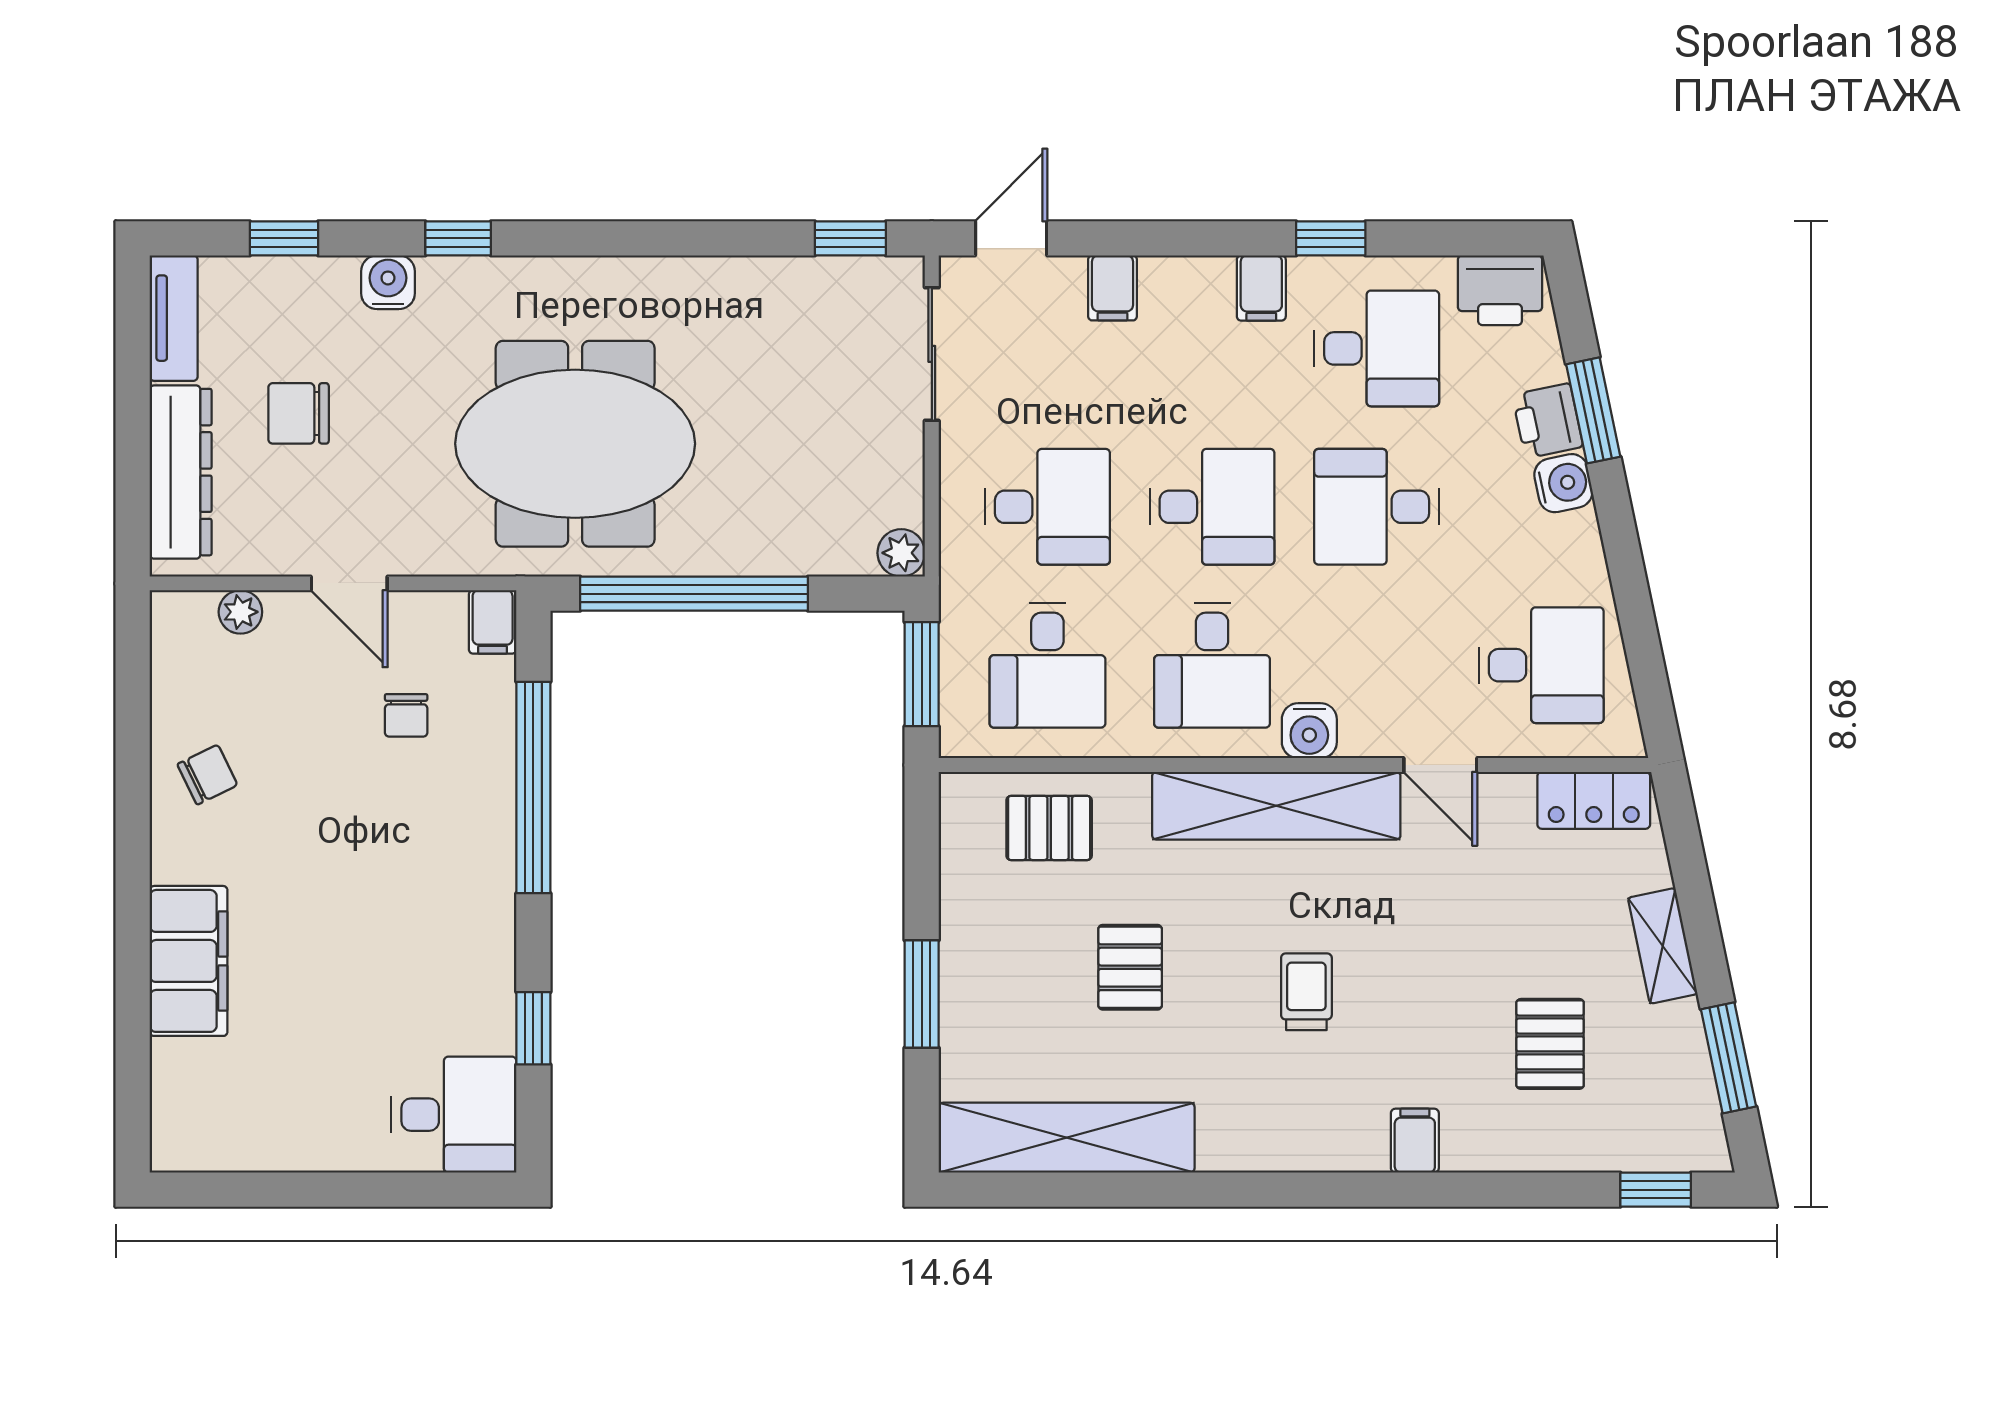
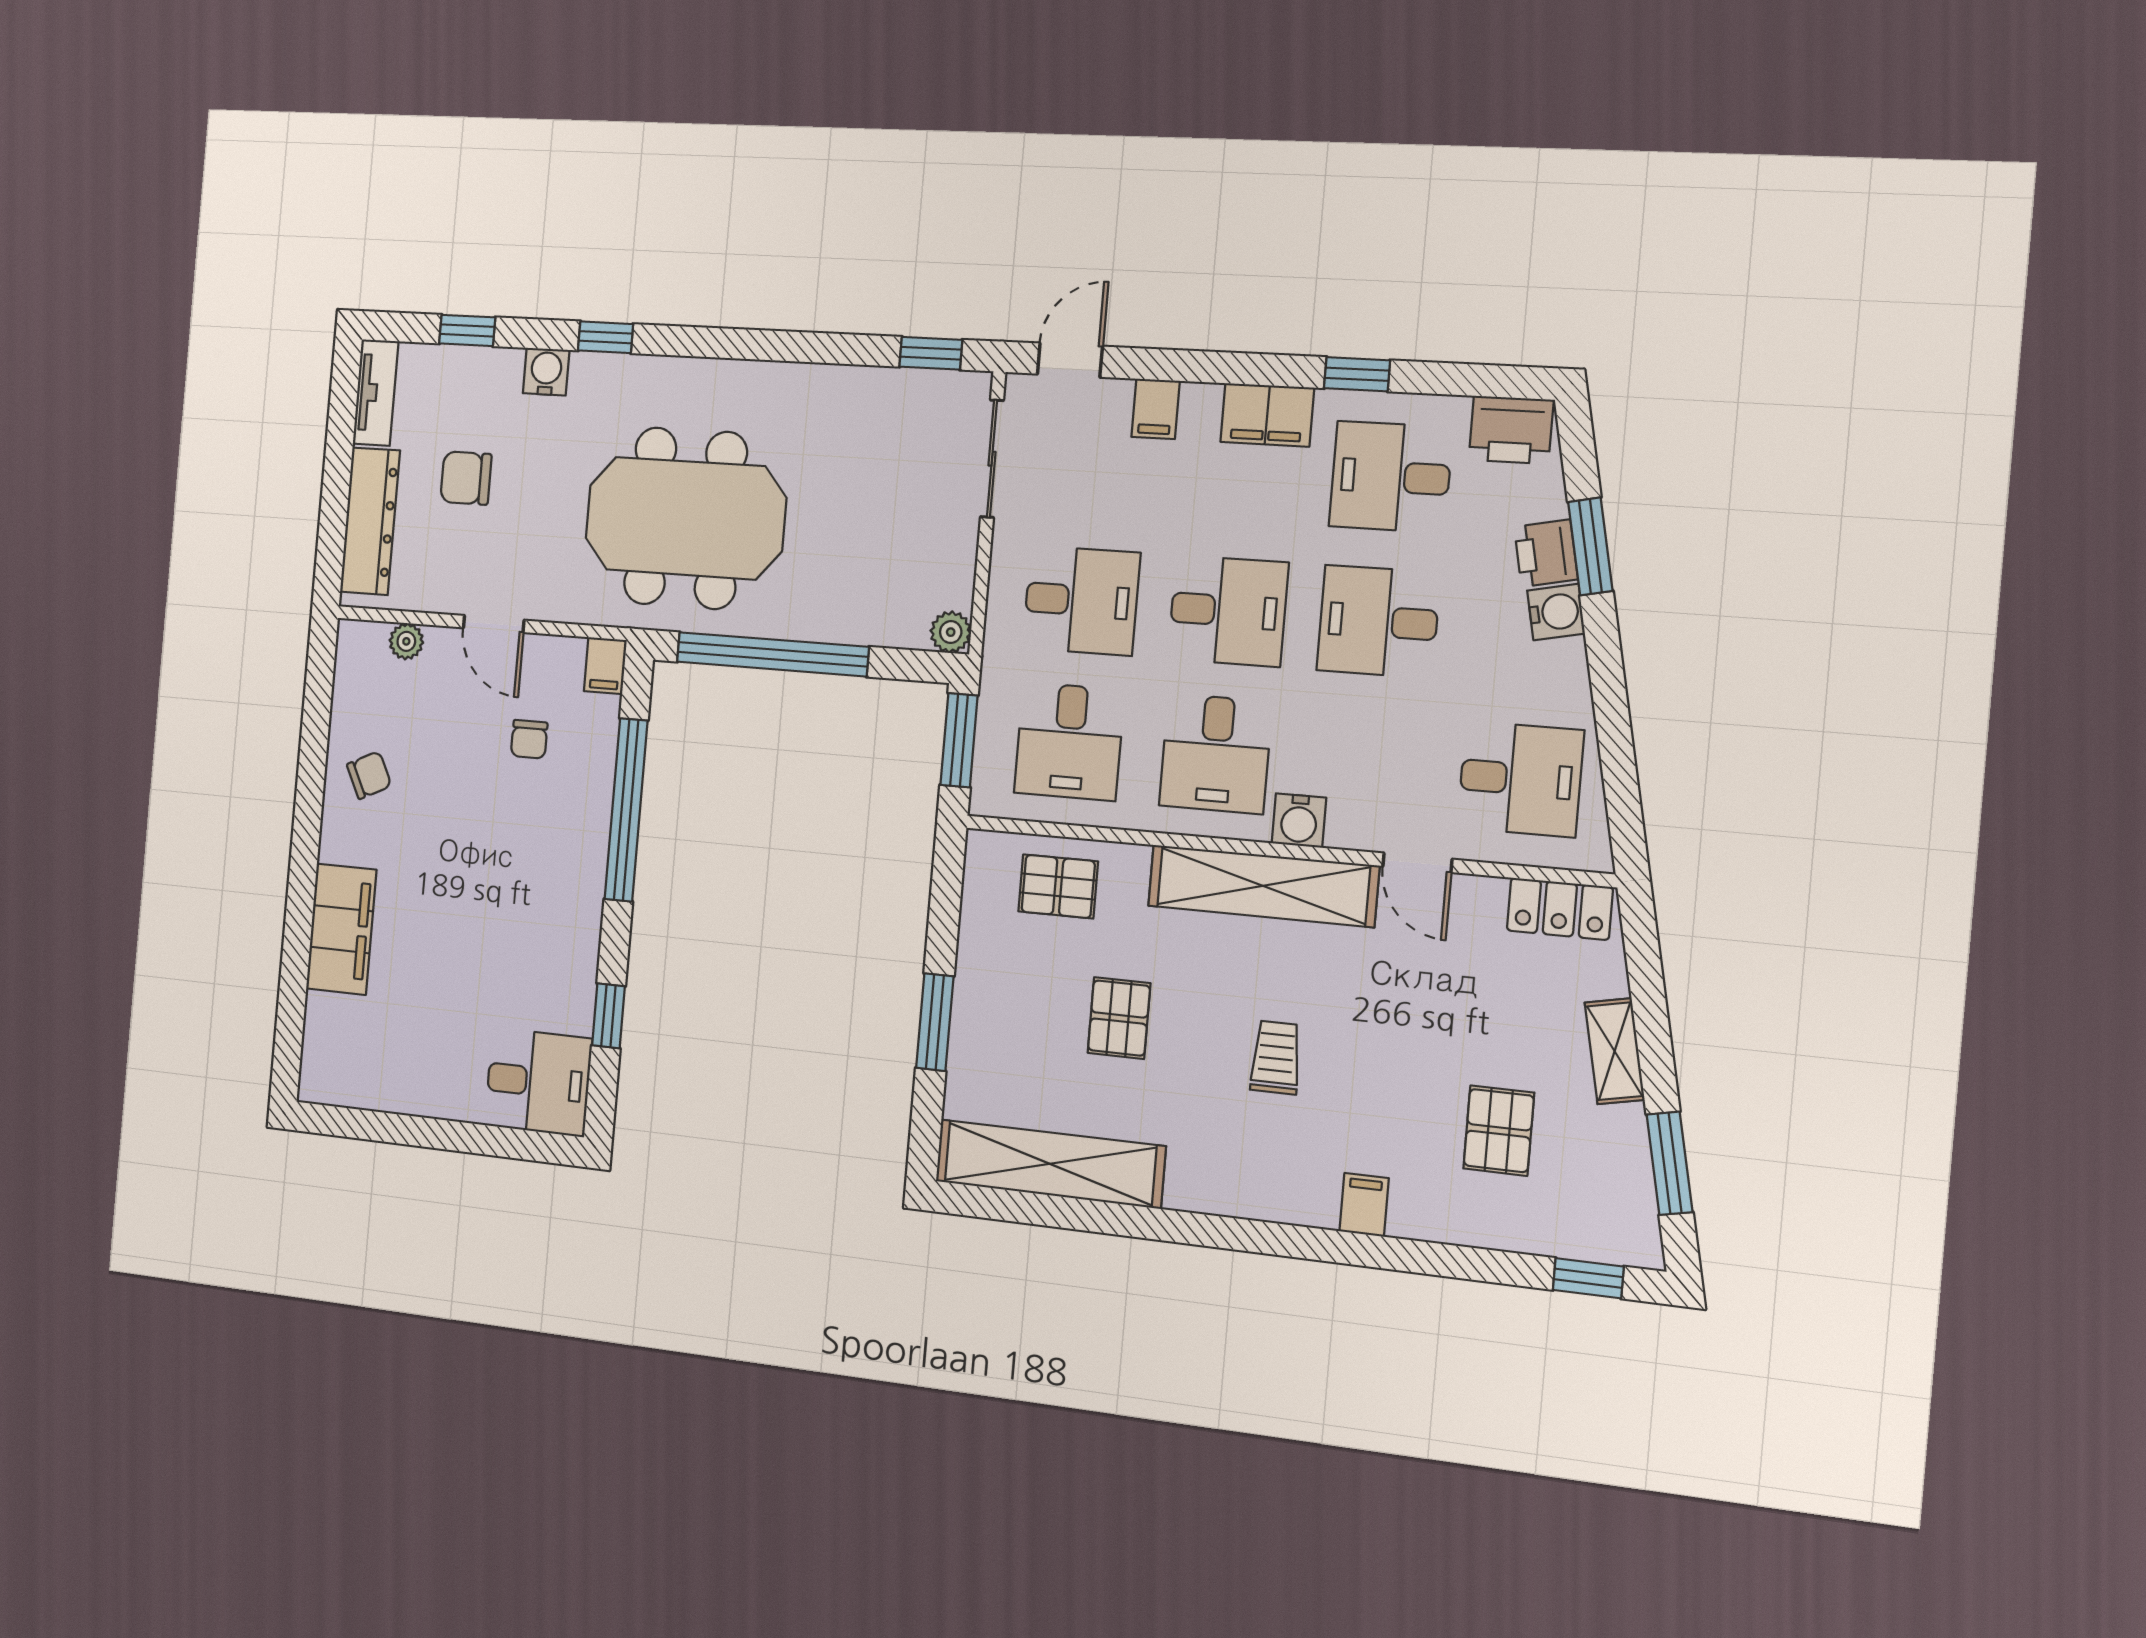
filing cabinet: (1261, 288) -> (1267, 415), width x2.00
desk: (1377, 348) -> (1391, 477), turned 180

